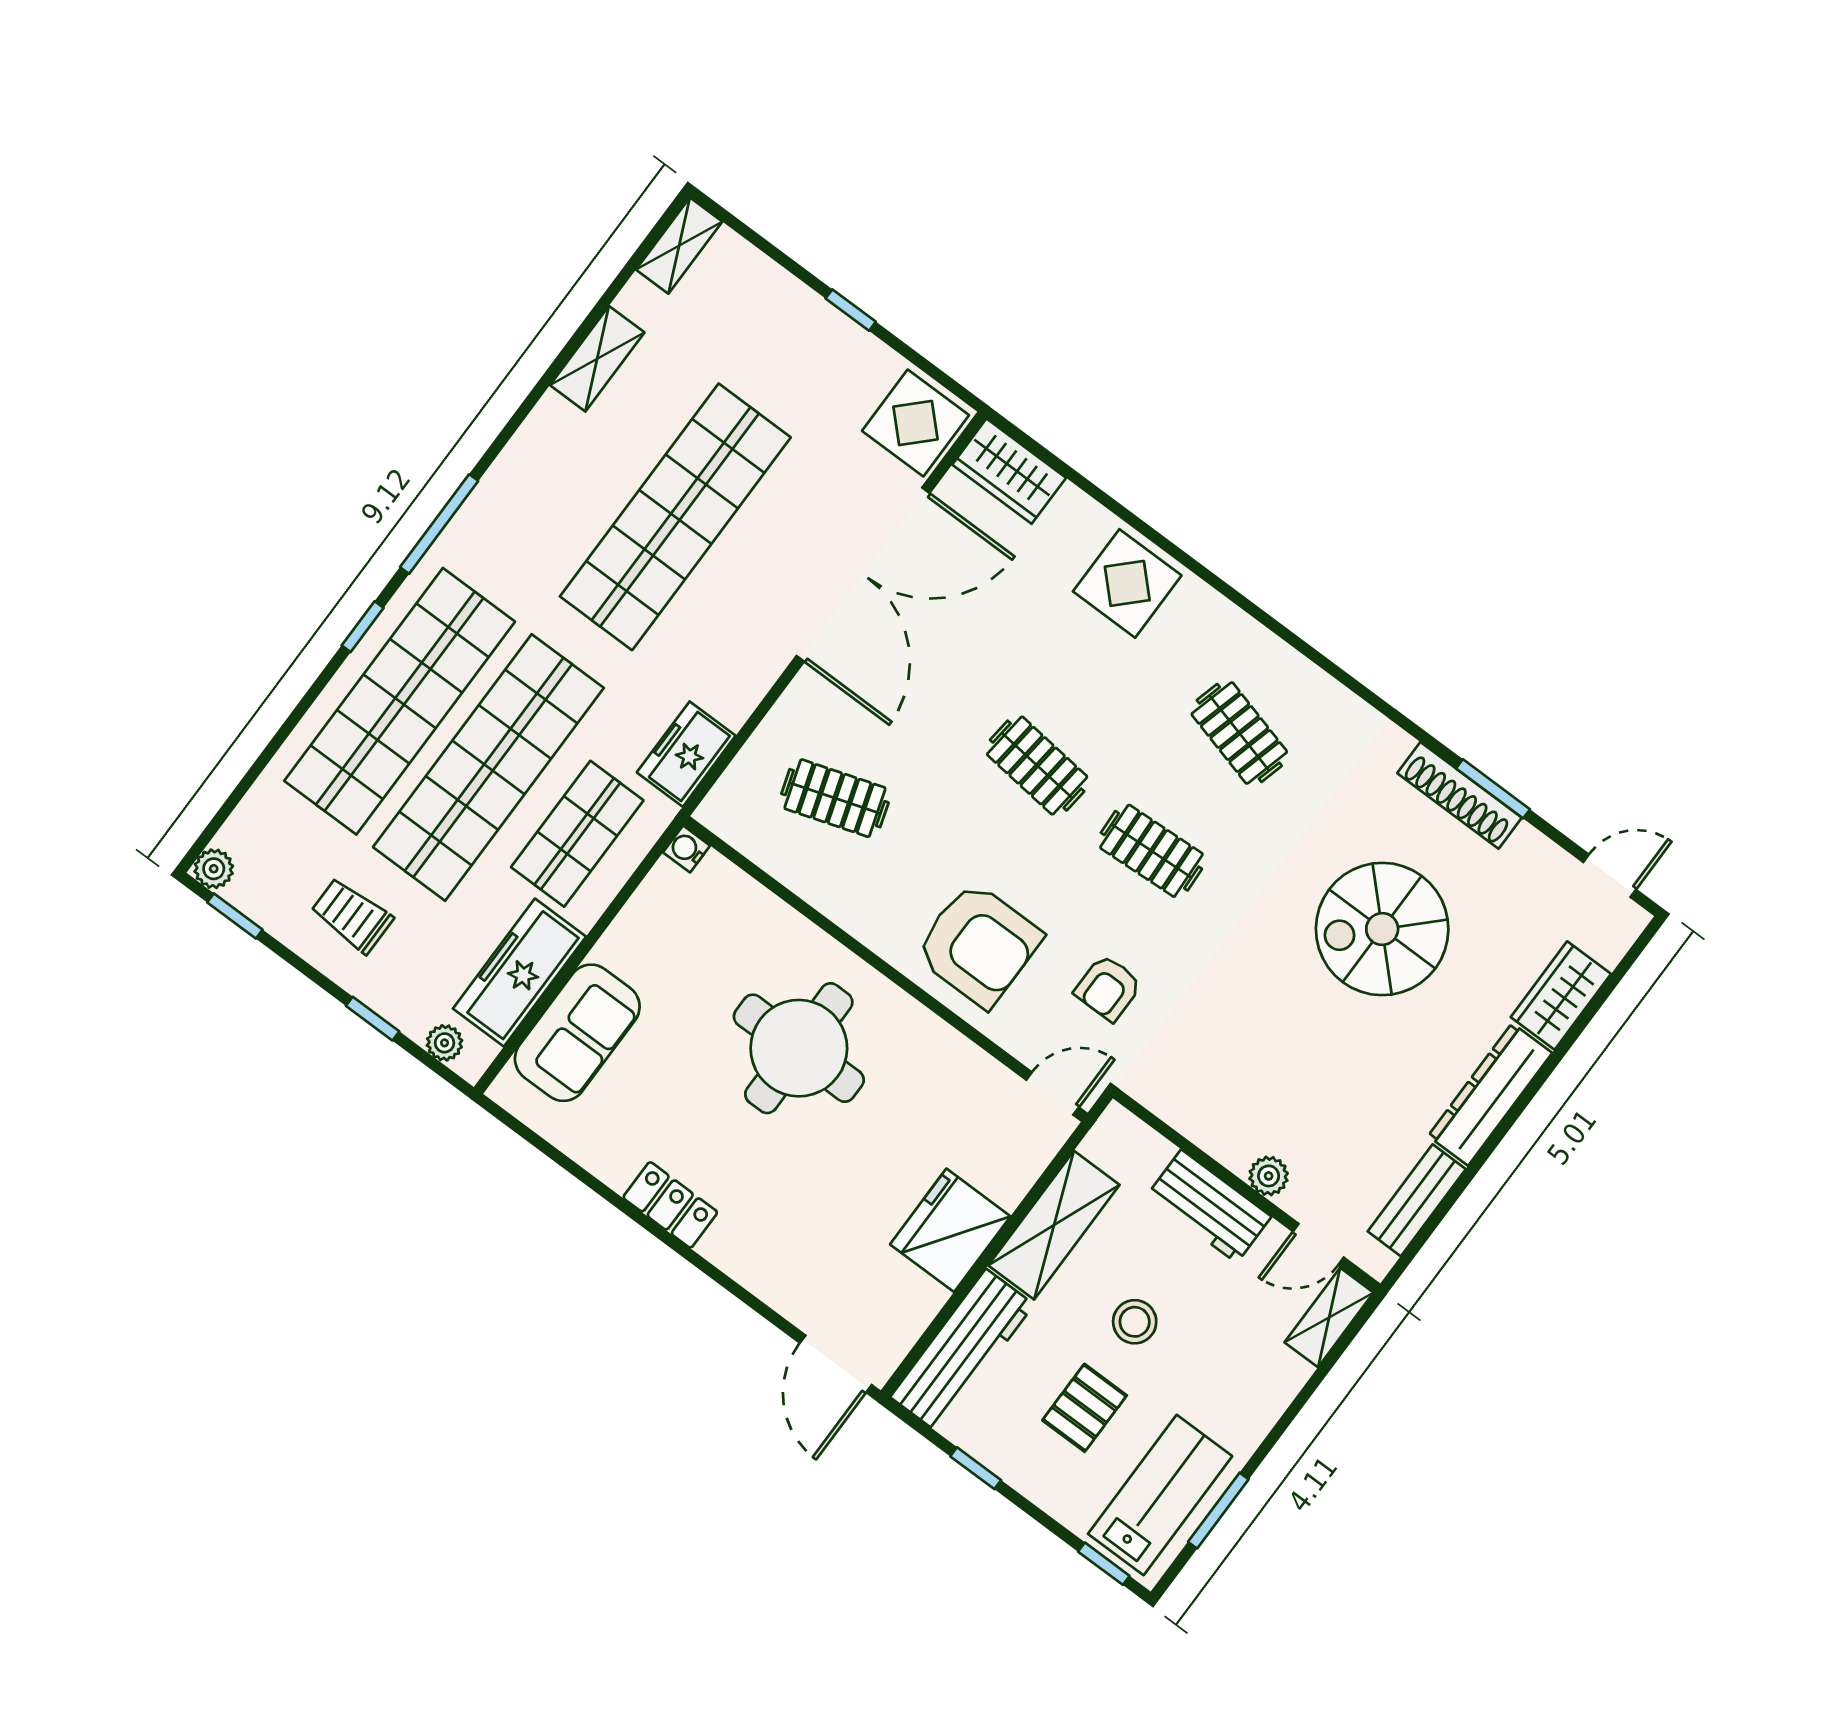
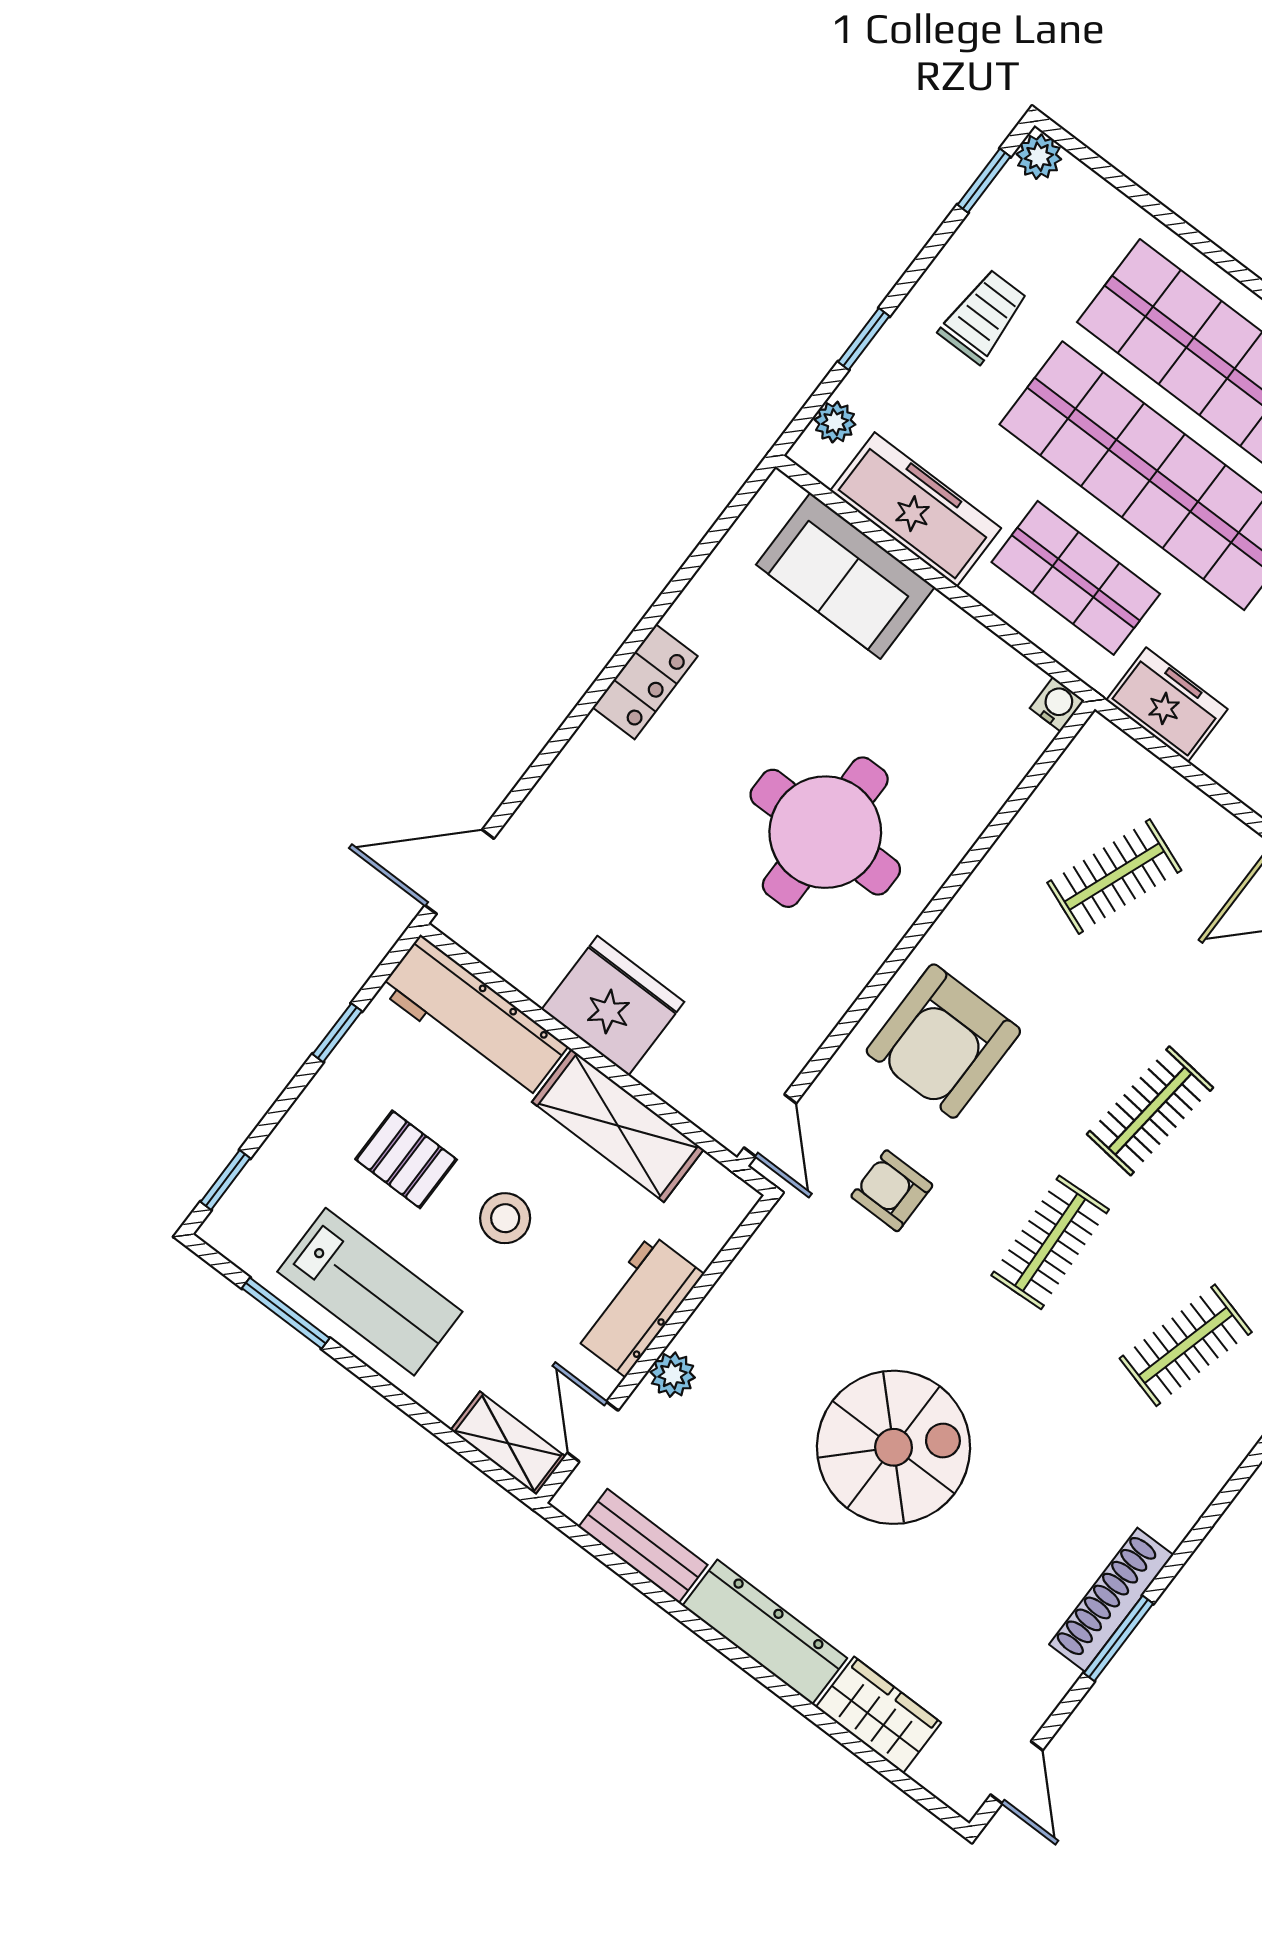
clothes rail: (835, 798) -> (1114, 877), turned 39
spiral stairs: (1382, 929) -> (894, 1447), moved, turned 90
lab bench: (1160, 1495) -> (370, 1292), moved

